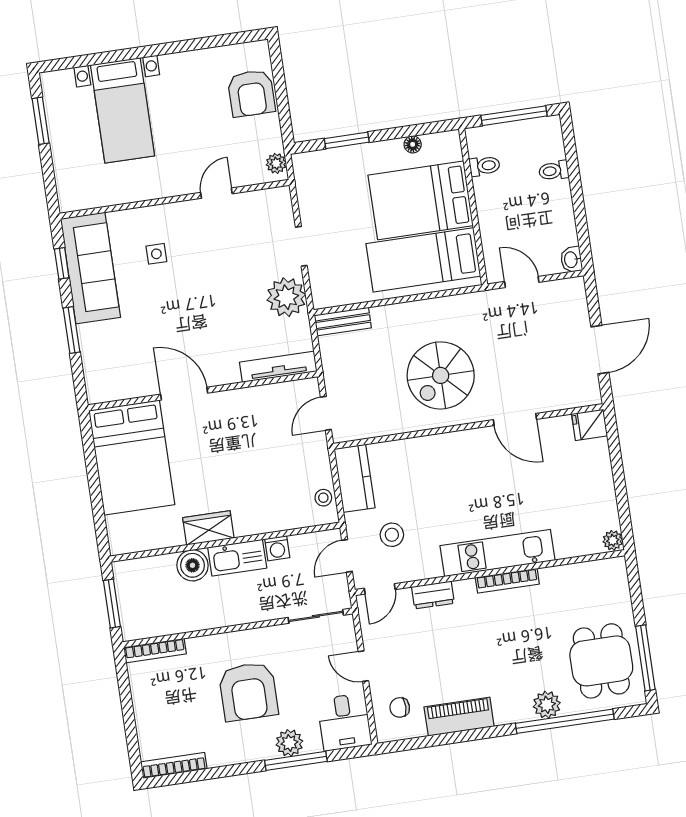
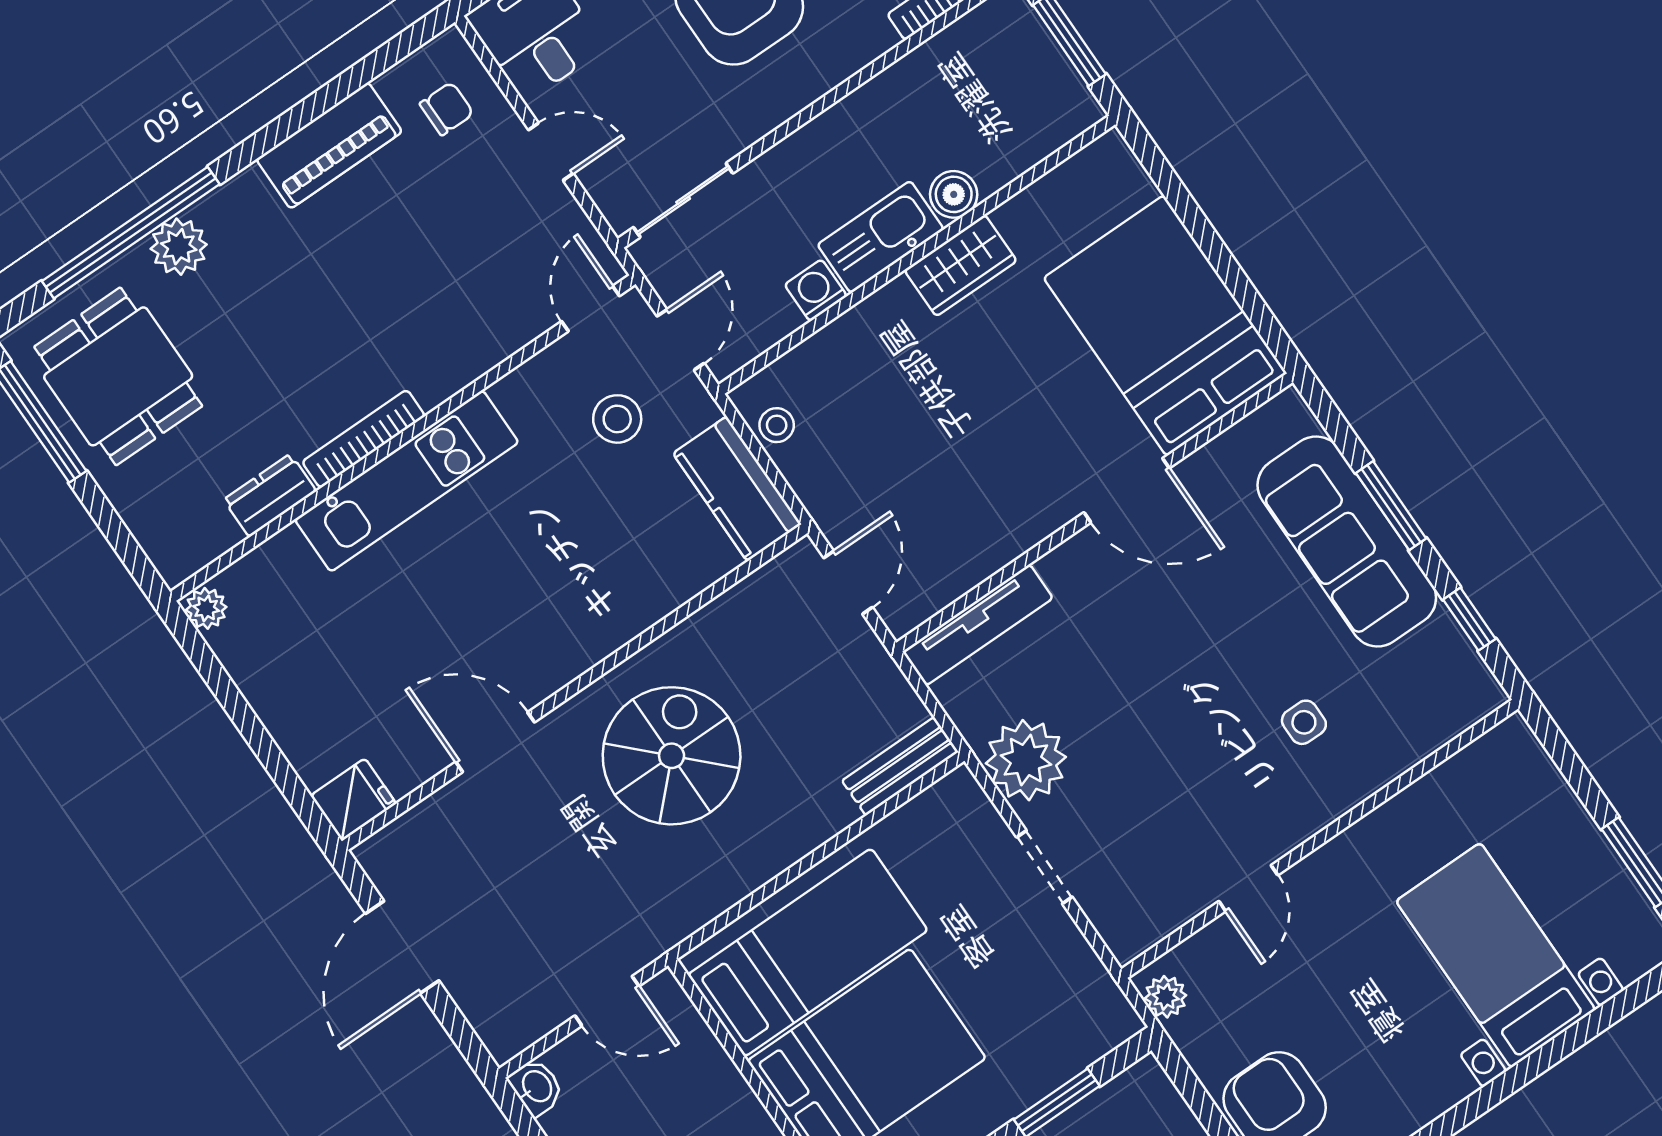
sofa: (90, 268) -> (1347, 541), moved
boiler: (193, 565) -> (954, 194), width x0.73, depth x0.73
dresser: (433, 595) -> (270, 495), moved

